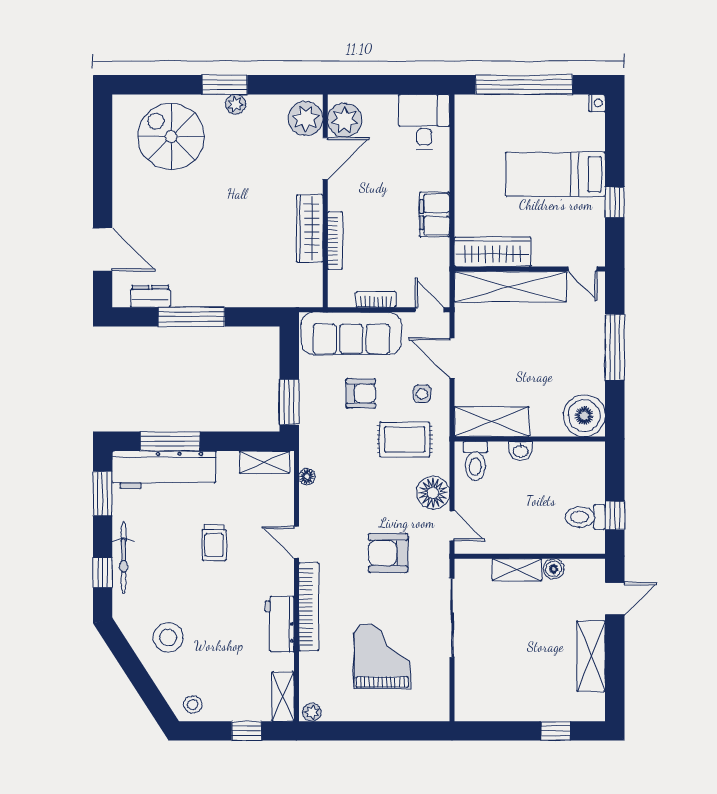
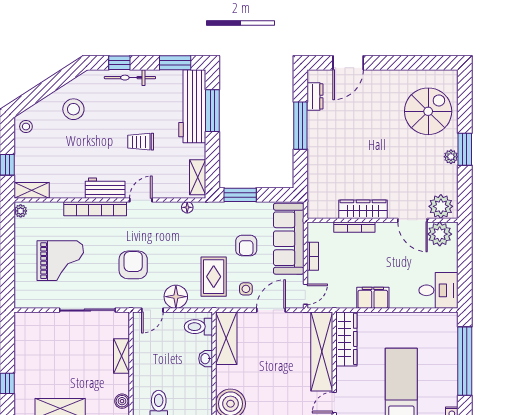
boiler: (554, 569) -> (122, 401), moved
workbench: (280, 624) -> (105, 188), moved

